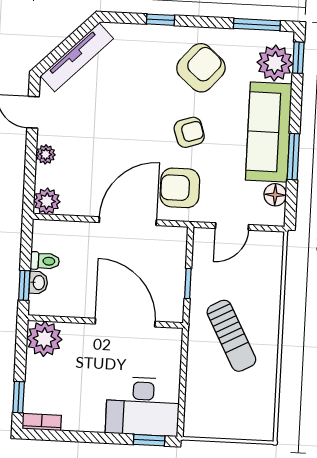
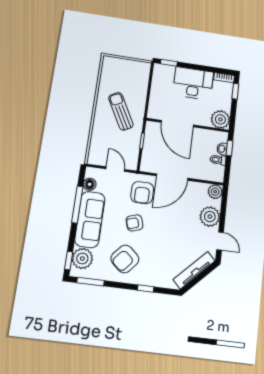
plant: (46, 154) -> (210, 217), width x1.87, depth x1.87
window: (293, 157) -> (77, 204), width x1.44
armchair: (180, 188) -> (142, 193), turned 90
door: (232, 226) -> (115, 169), hinge flipped
desk: (143, 406) -> (193, 83), moved

